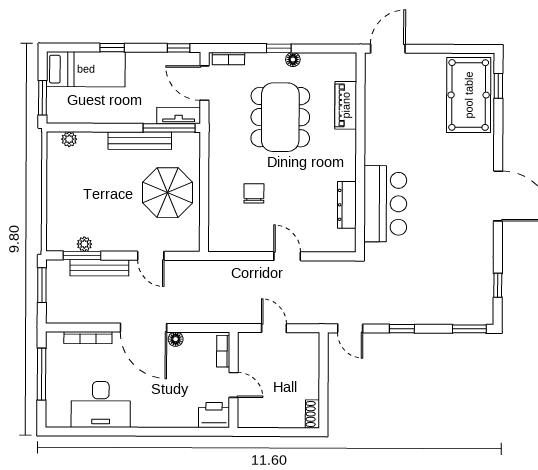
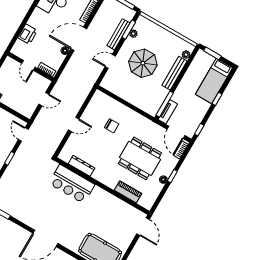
door: (205, 83) -> (176, 132), swing flipped
bench: (140, 141) -> (175, 73), moved
parasol: (168, 193) -> (143, 63), moved
door: (350, 328) -> (23, 134), hinge flipped
door: (233, 385) -> (28, 65), hinge flipped
printer: (214, 415) -> (28, 34), moved

